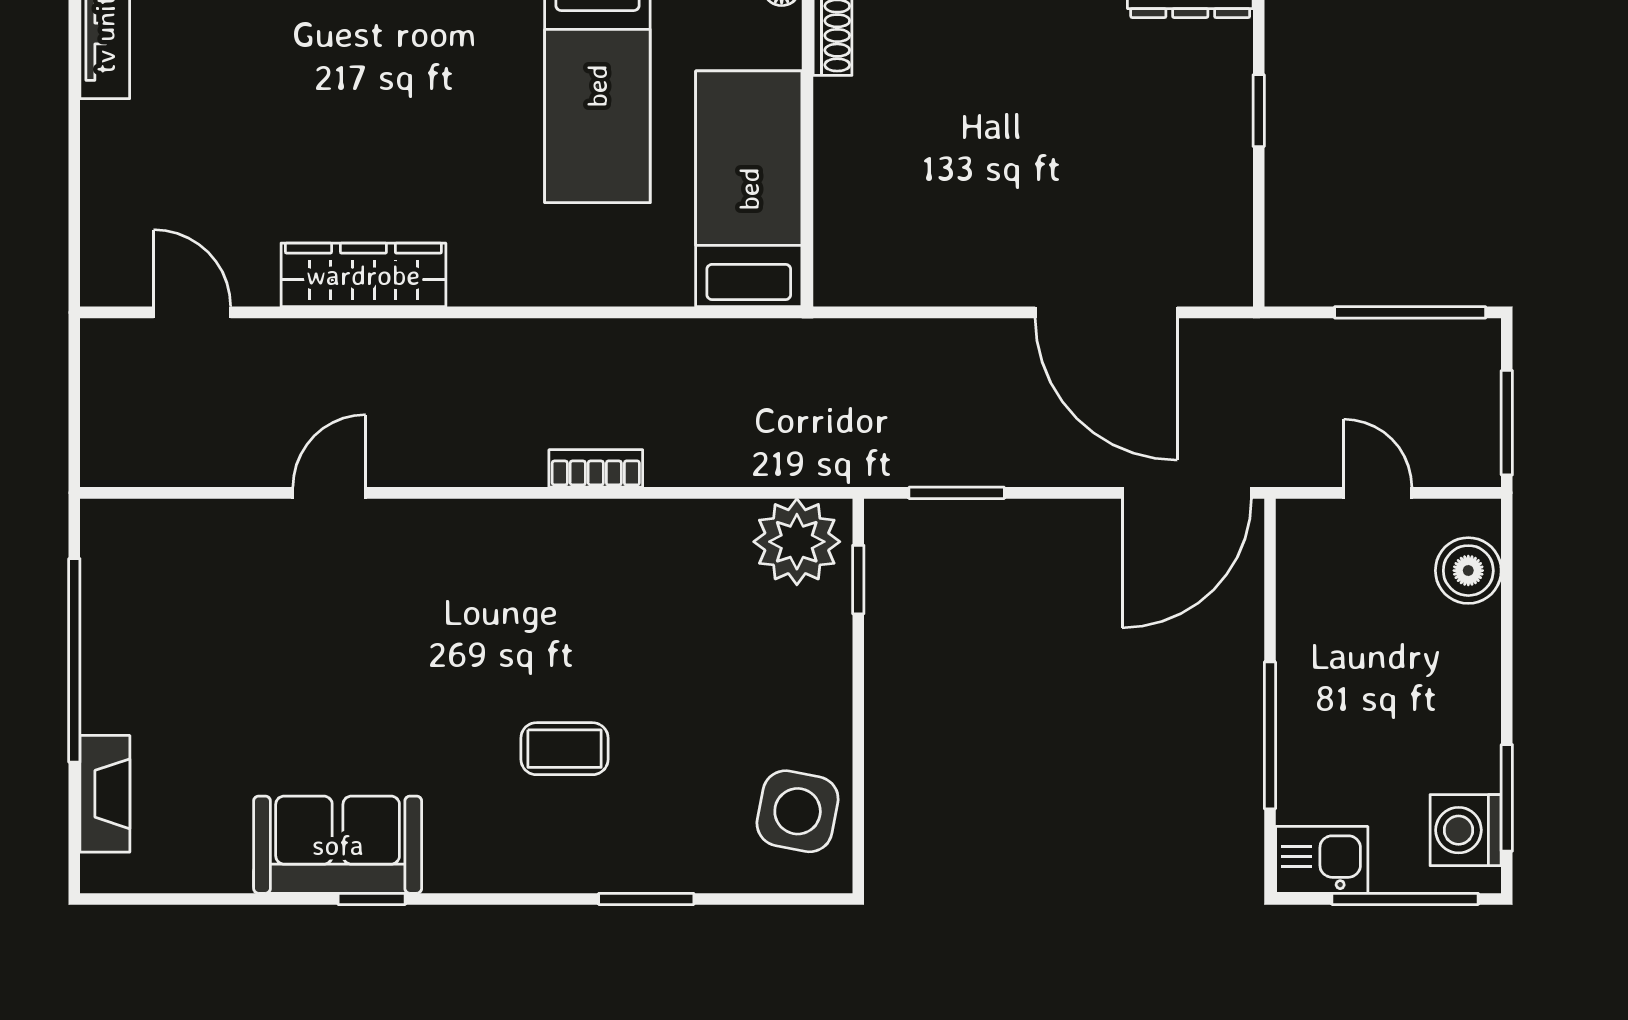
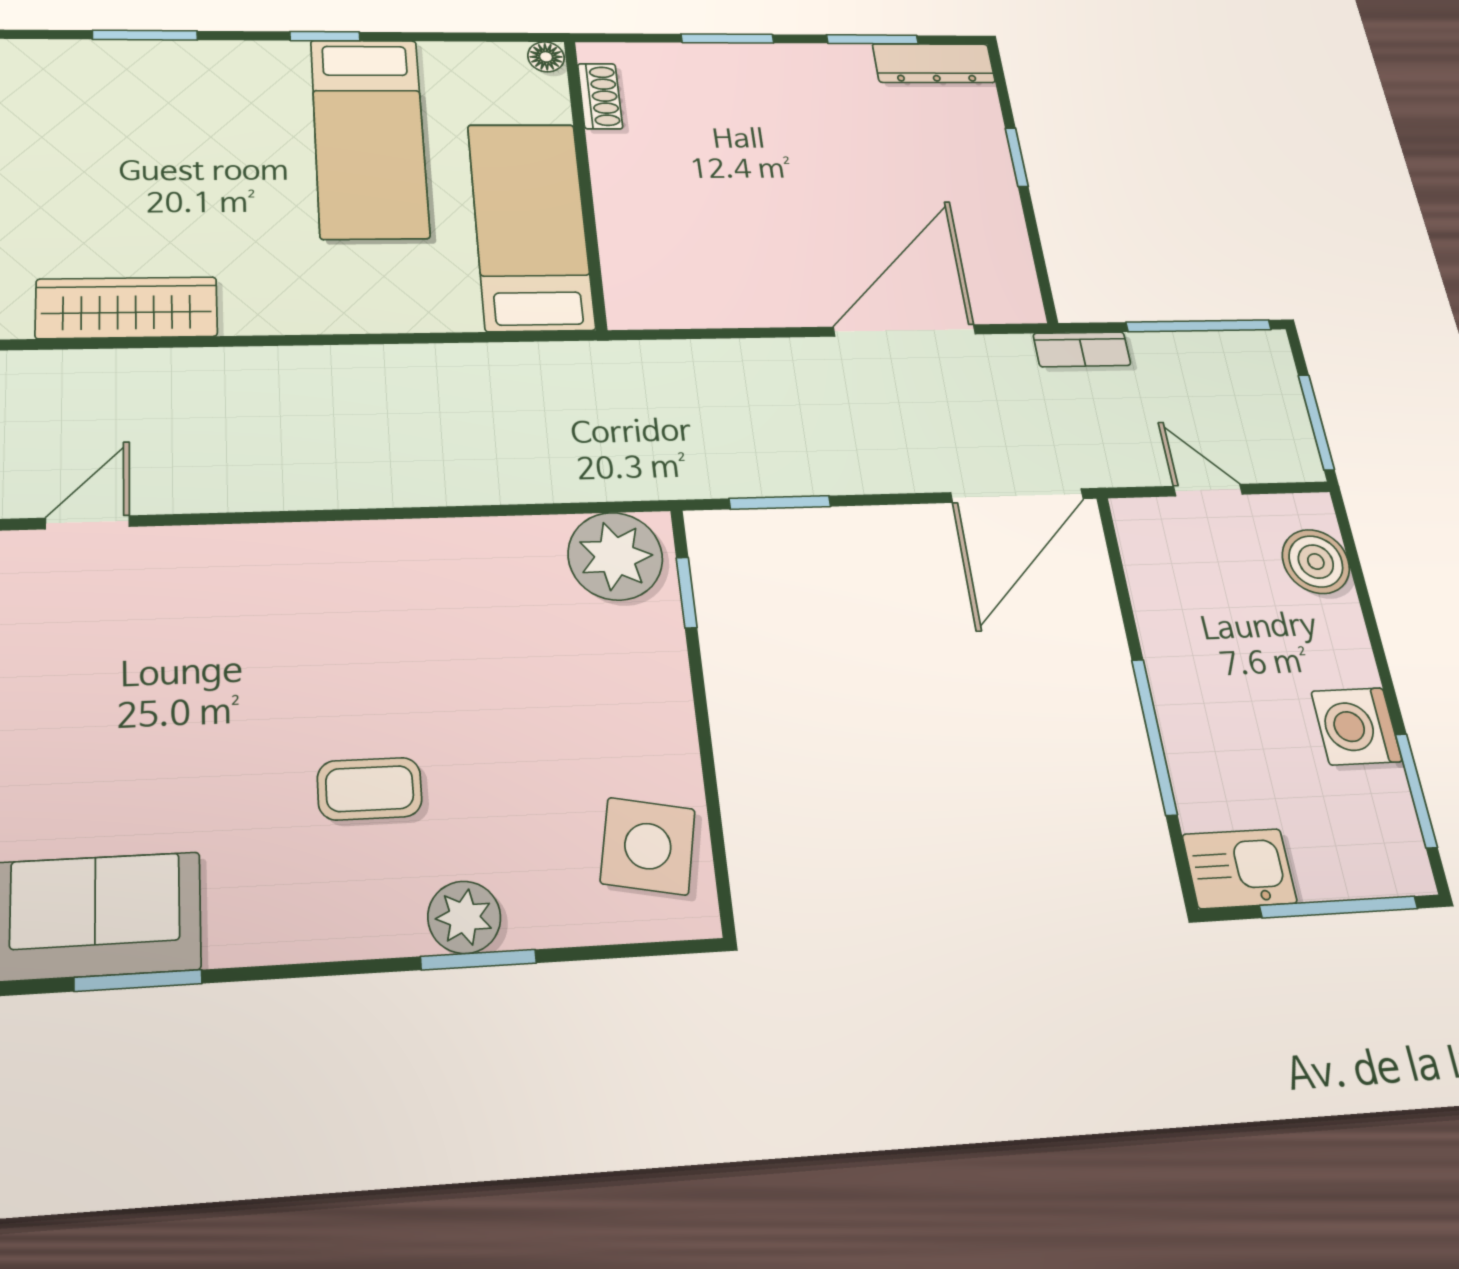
door: (1106, 312) -> (905, 331), swing flipped
bookcase: (596, 468) -> (1082, 349), moved, turned 180
washing machine: (1466, 830) -> (1356, 726), moved
plant: (637, 863) -> (464, 917), added
window: (372, 899) -> (138, 981), width x1.50

